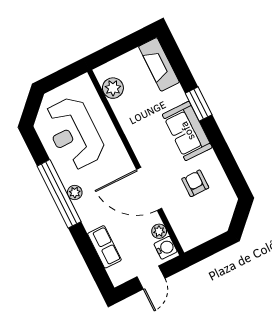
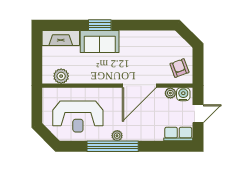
sofa: (187, 131) -> (100, 42), moved
armchair: (195, 183) -> (179, 68), moved, turned 70
row of seats: (104, 247) -> (178, 134), moved
door: (151, 278) -> (198, 114), hinge flipped

